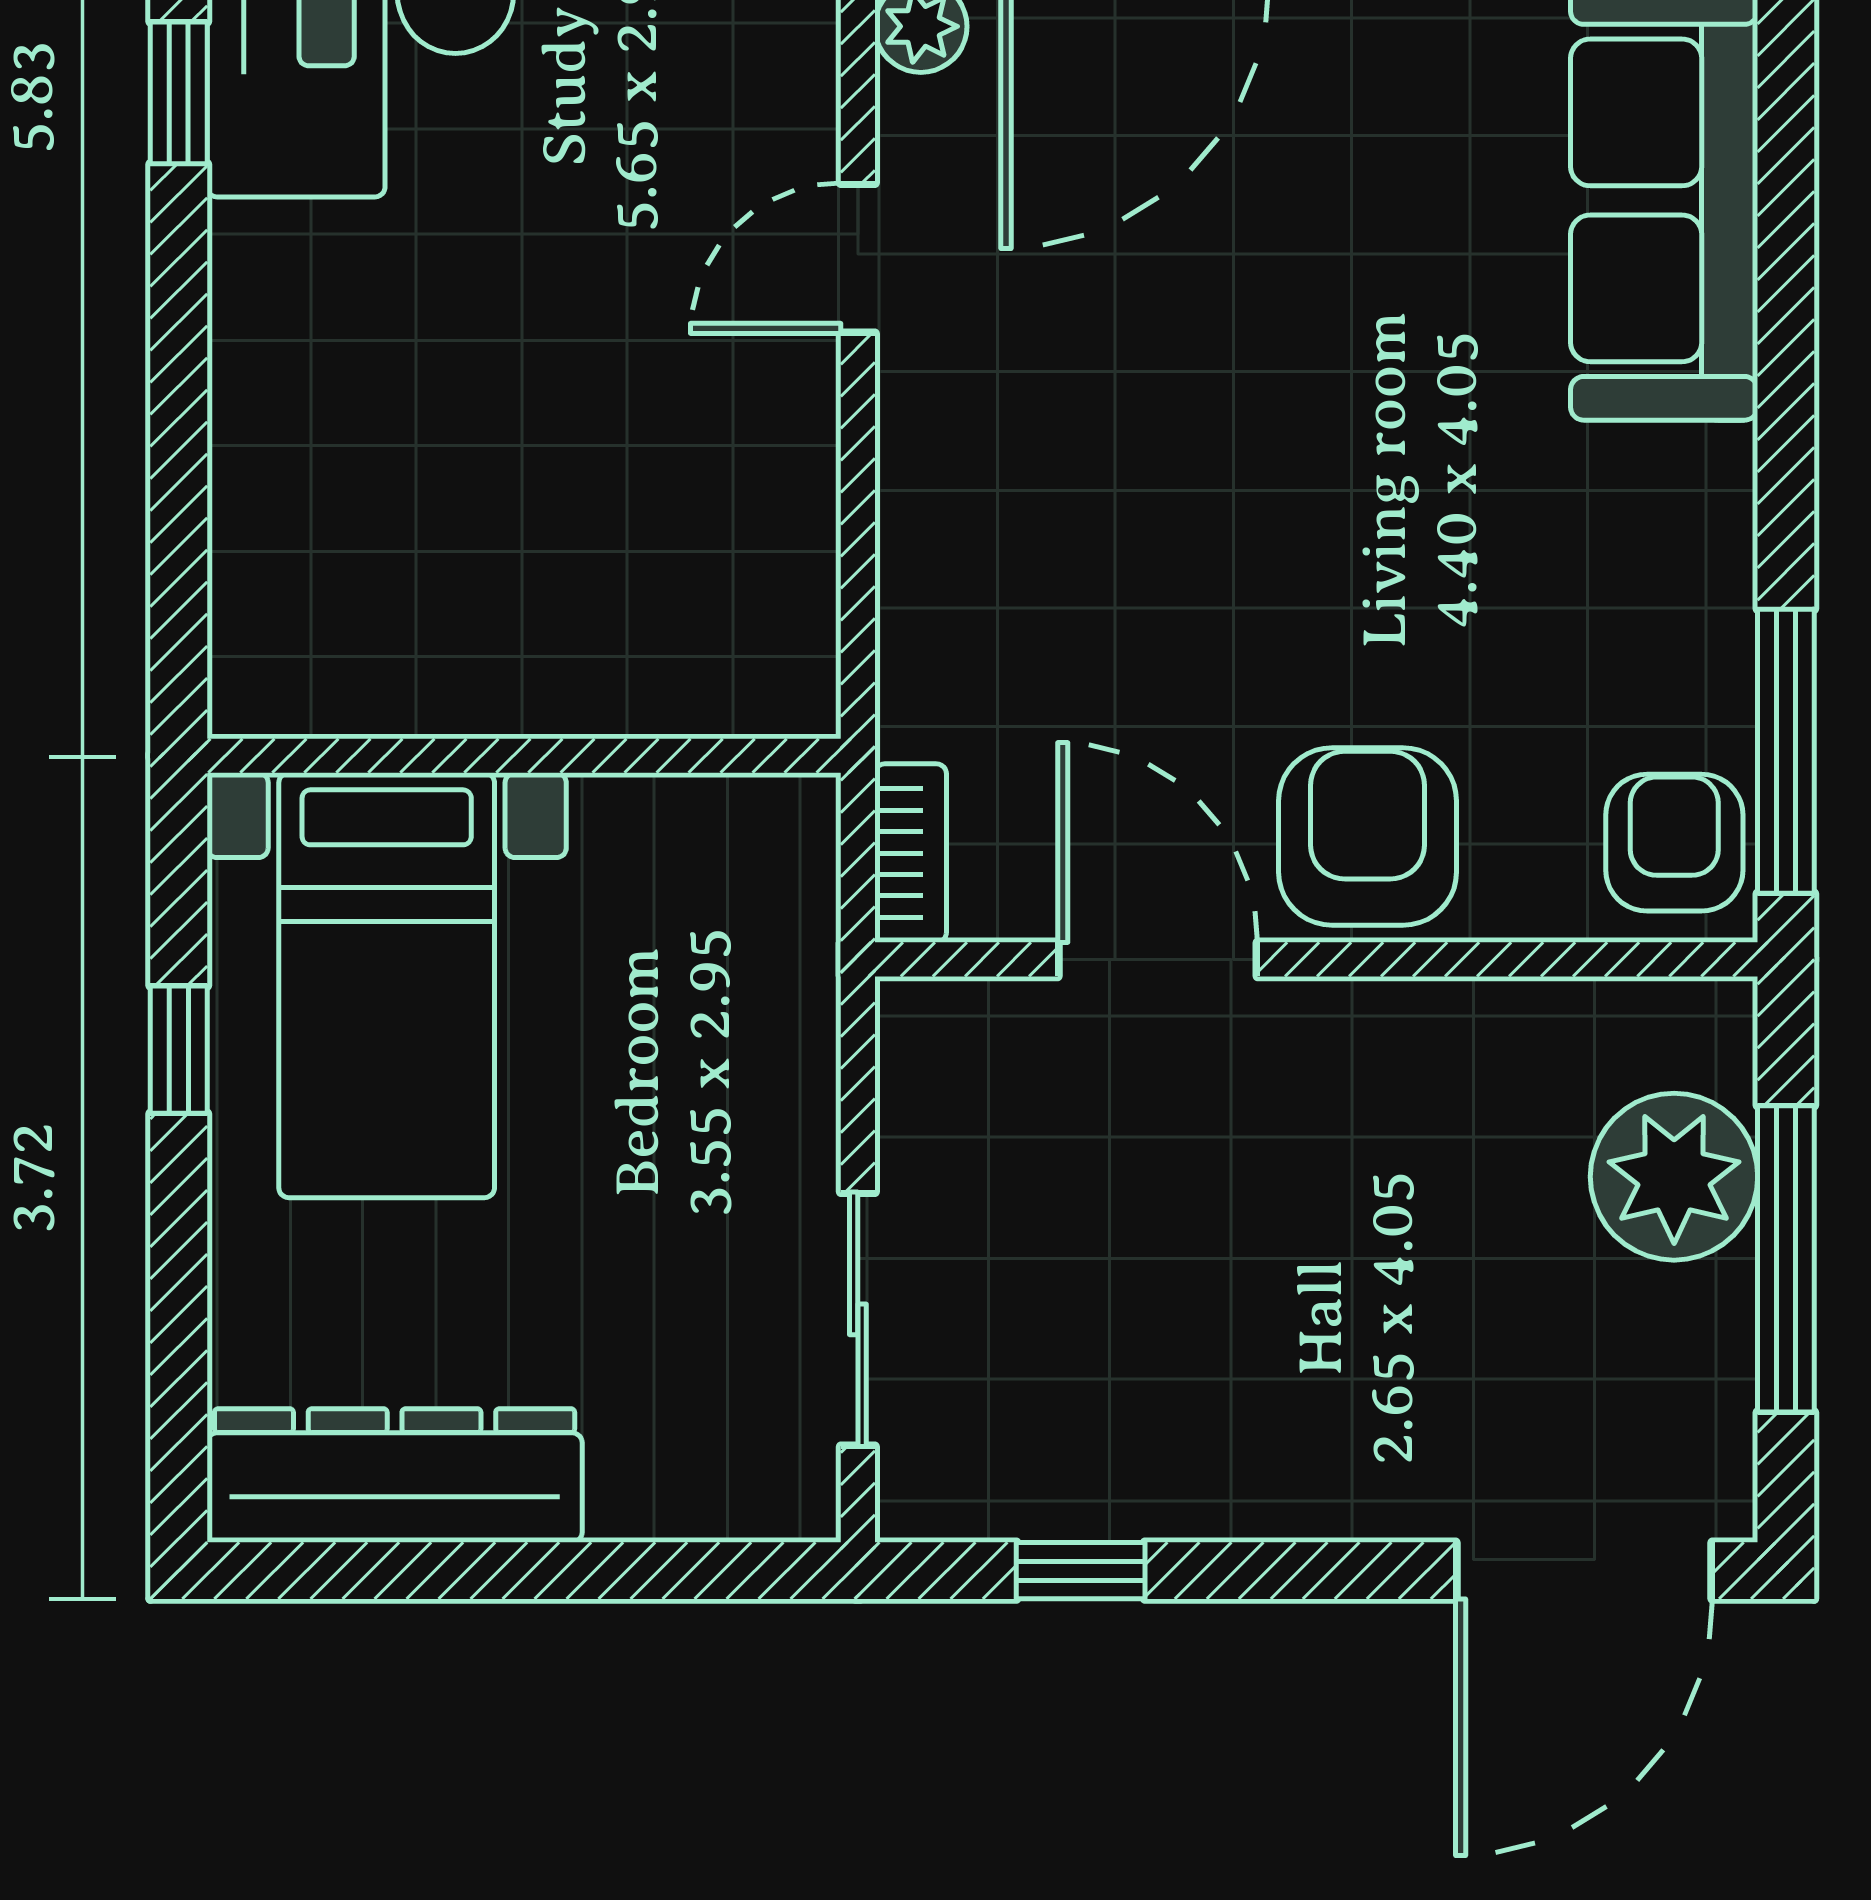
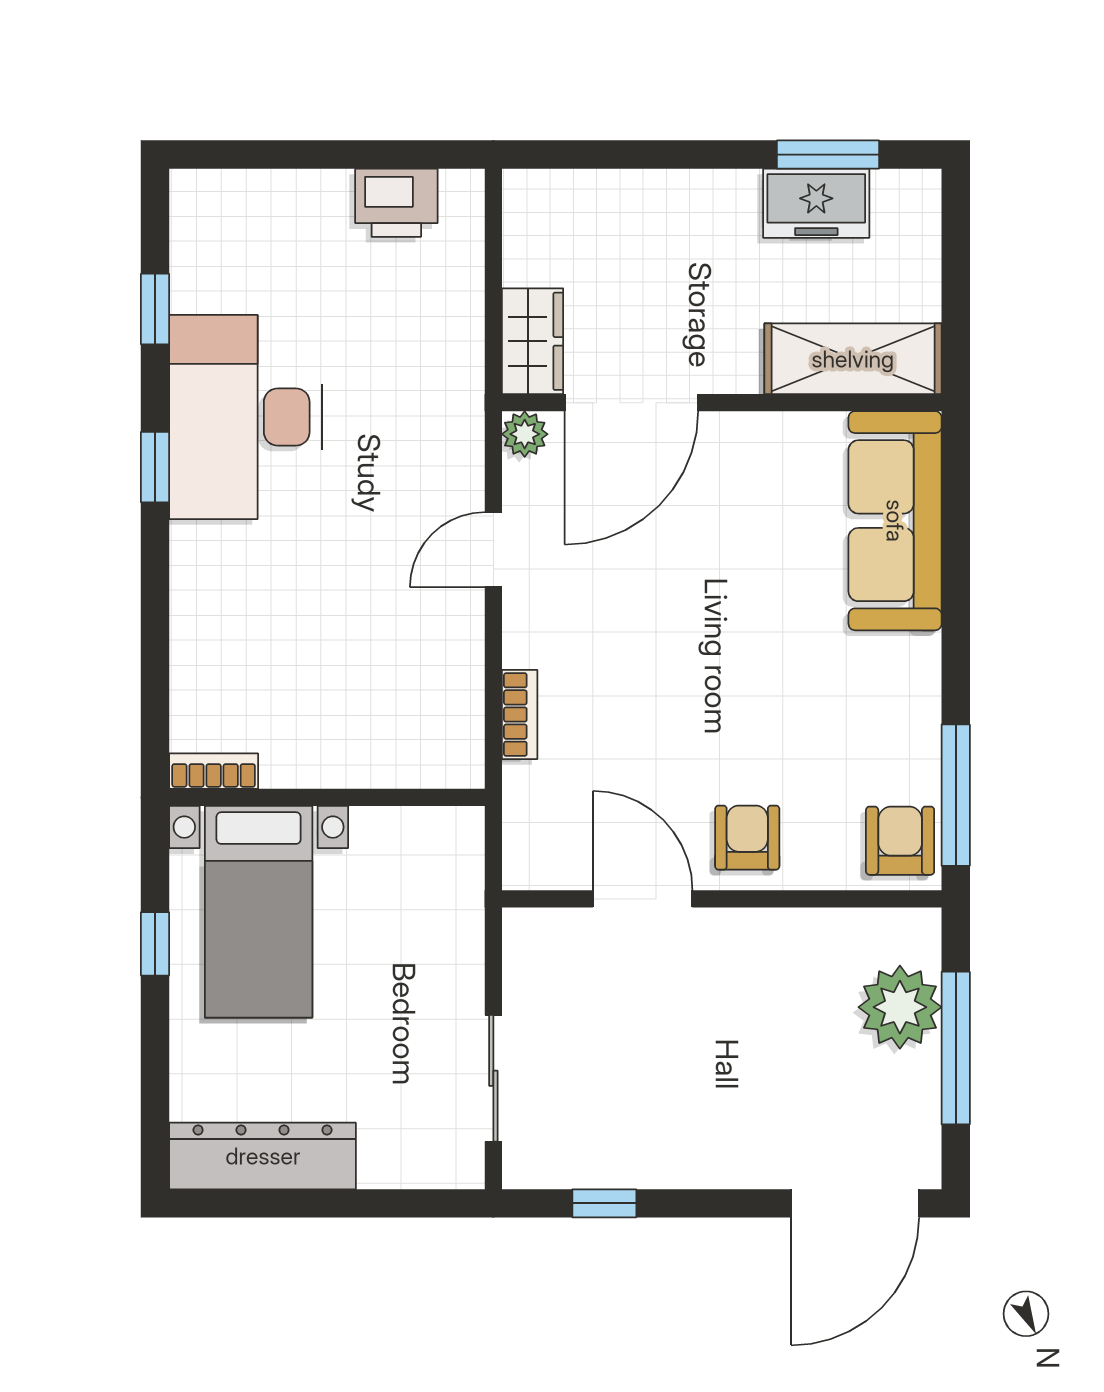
bookcase: (296, 703) -> (214, 771), added
armchair: (1368, 836) -> (747, 838), width x0.72, depth x0.72
bookcase: (911, 853) -> (520, 715), moved

